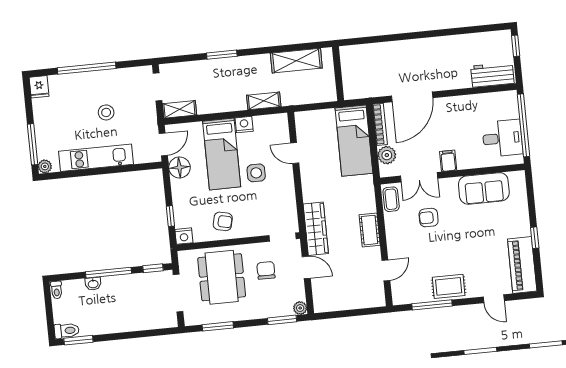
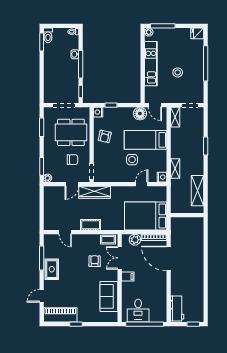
nightstand: (244, 125) -> (162, 177), moved
bed: (354, 141) -> (146, 216), width x1.50

